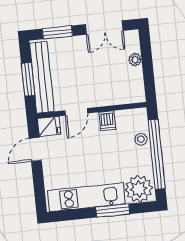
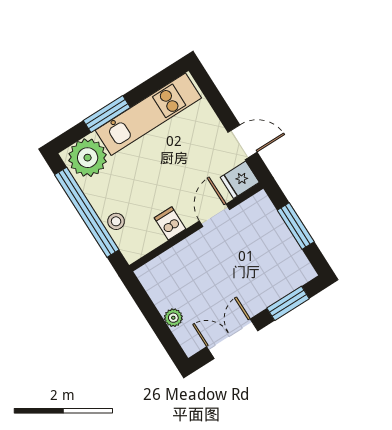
bench: (42, 77) -> (279, 237), removed
door: (35, 149) -> (242, 142), hinge flipped

